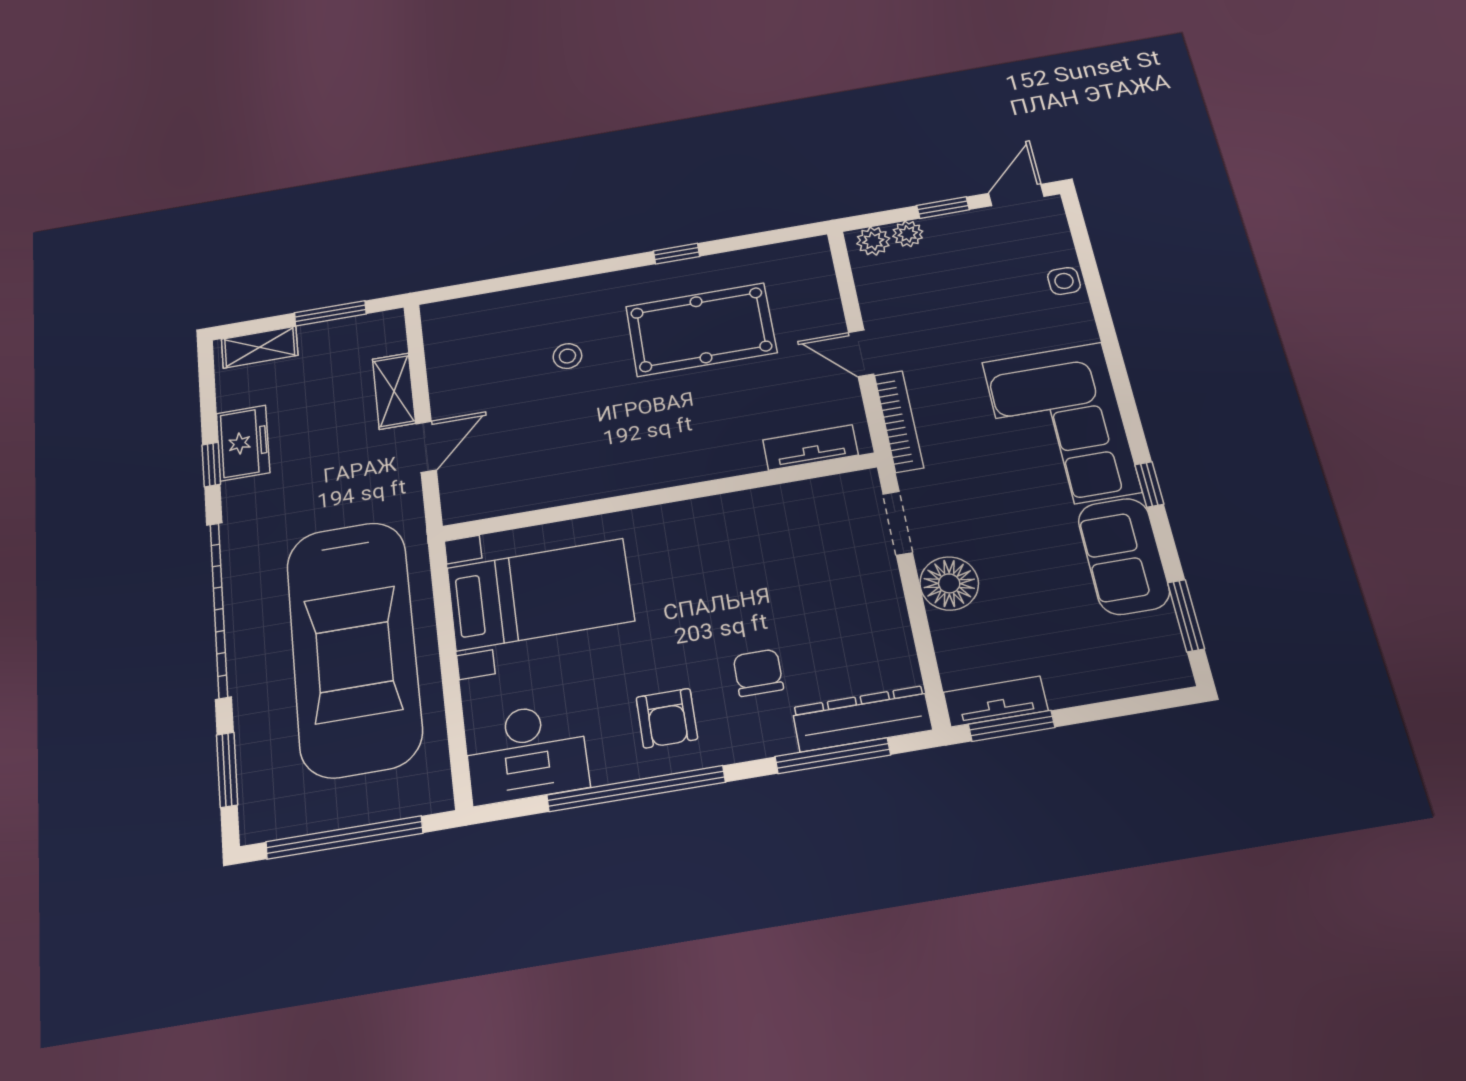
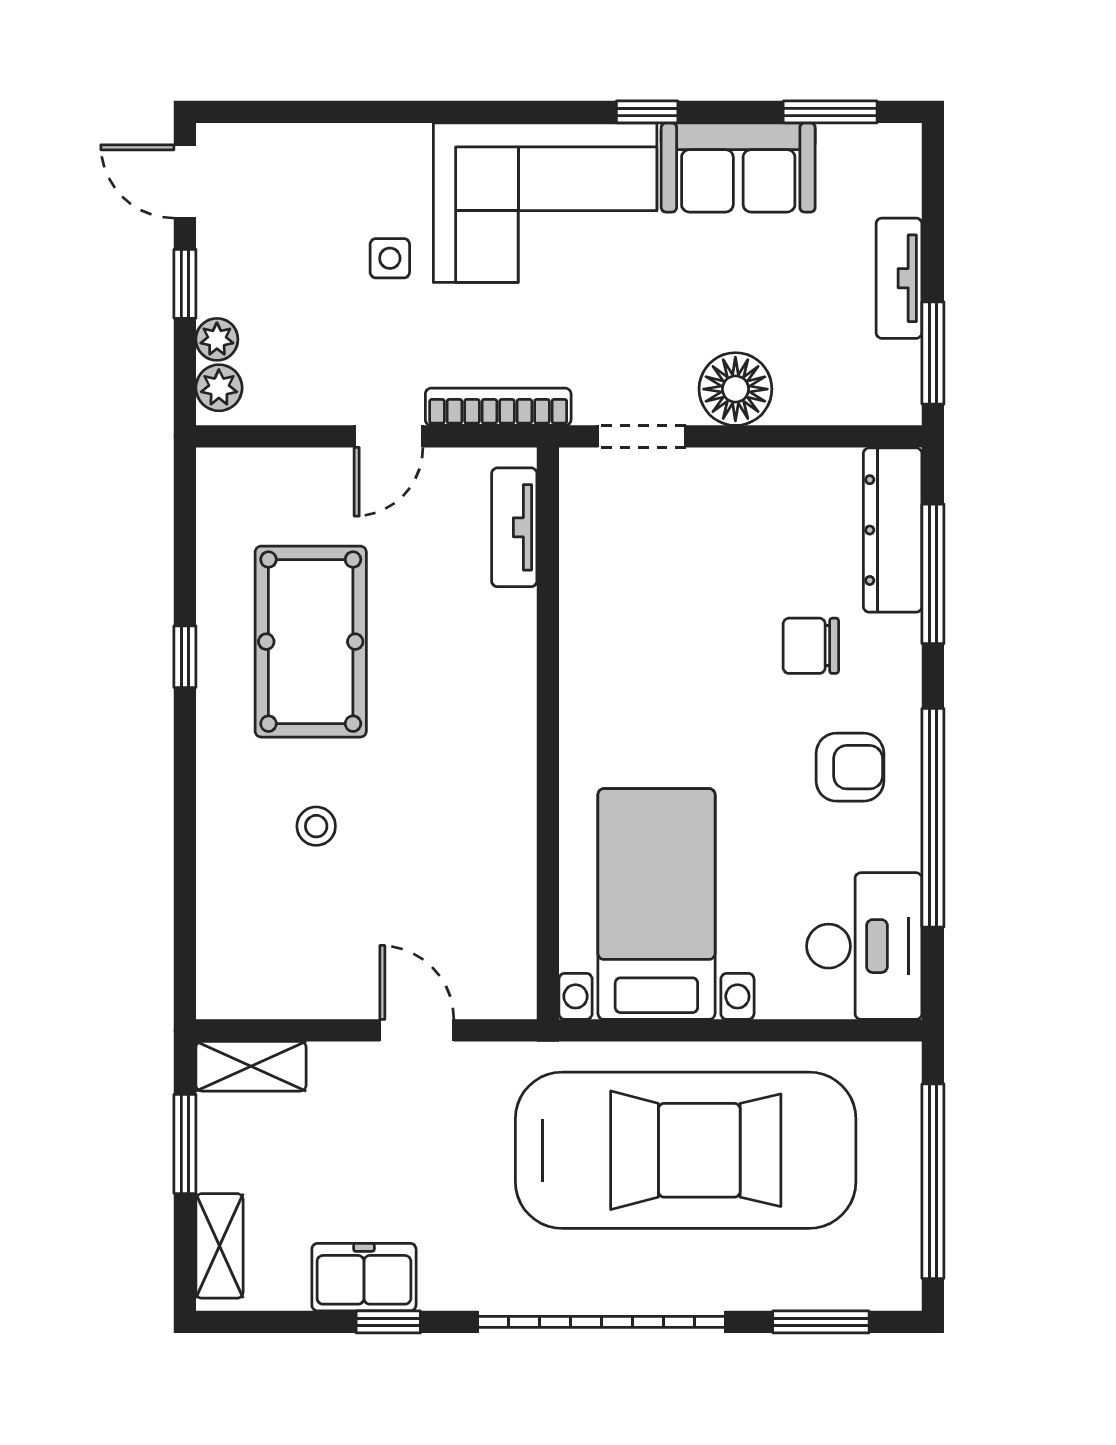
side table: (1064, 281) -> (390, 258), moved
shelving: (394, 391) -> (251, 1066), moved
tv unit: (996, 701) -> (899, 278), moved

